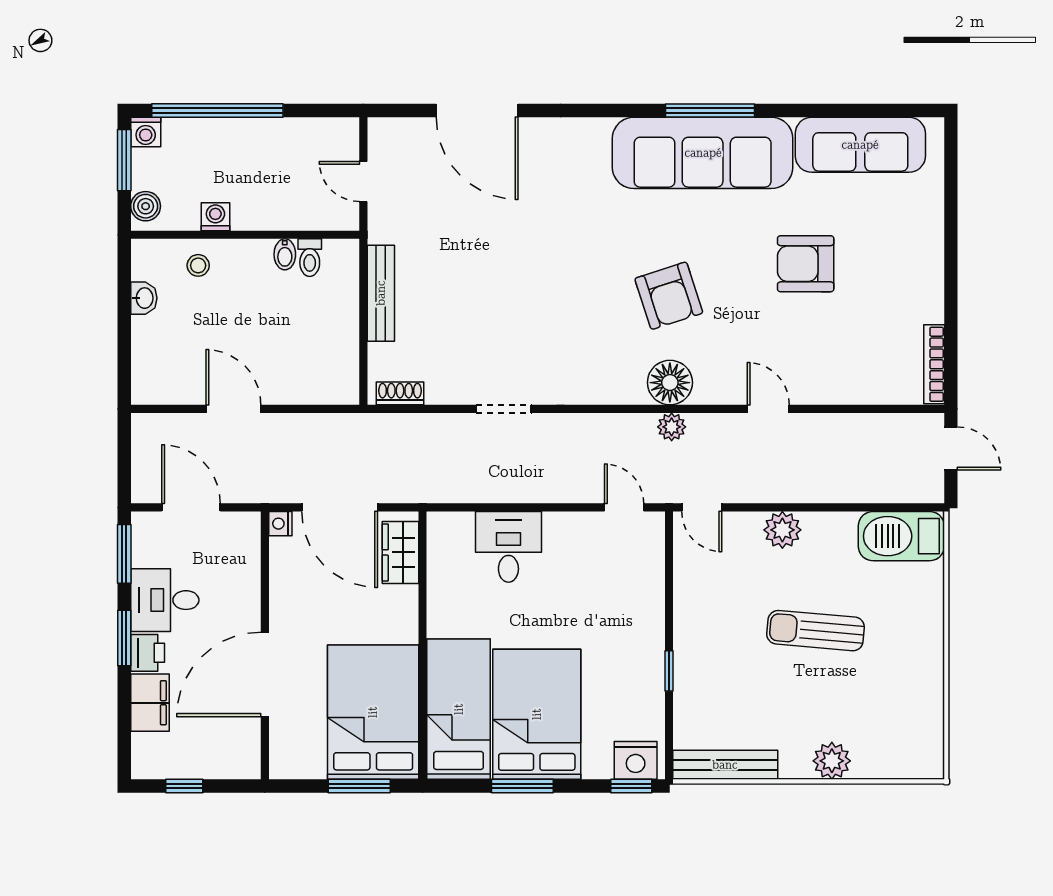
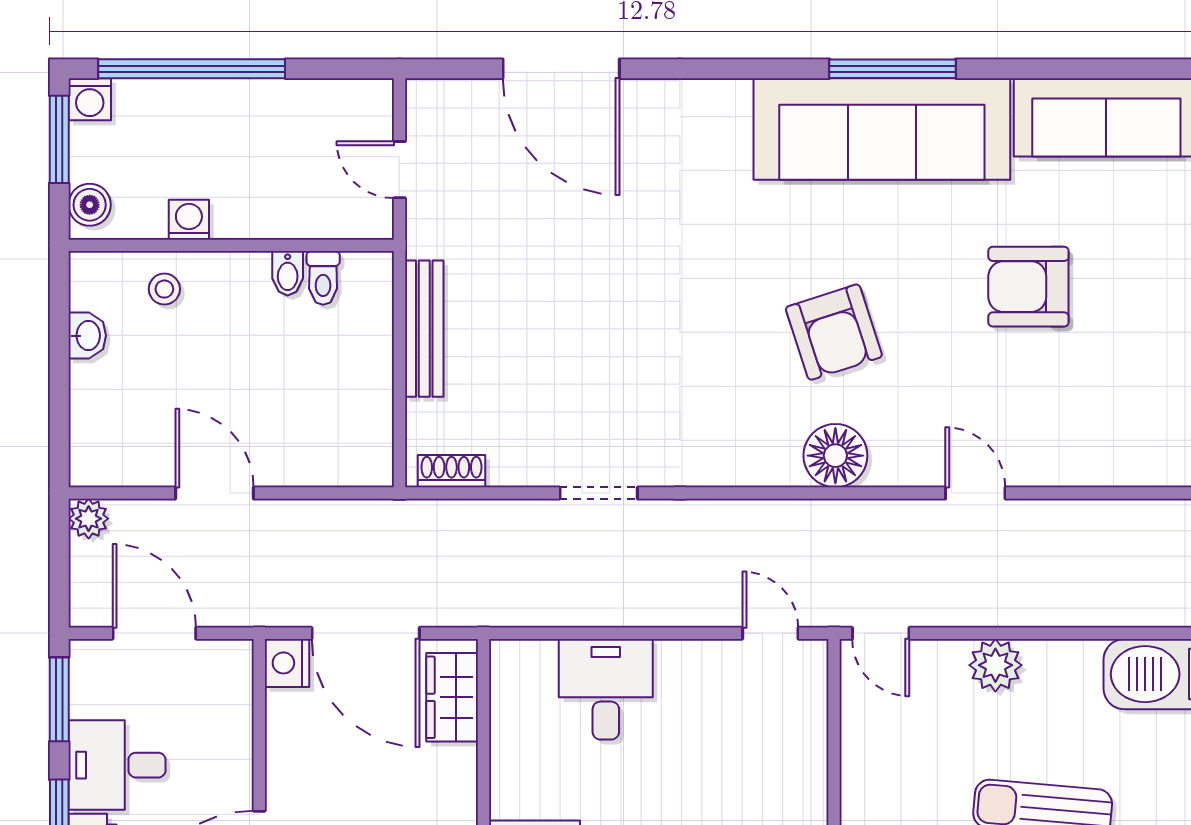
plant: (672, 427) -> (89, 519), moved
nightstand: (280, 524) -> (287, 663), width x1.39, depth x1.35

